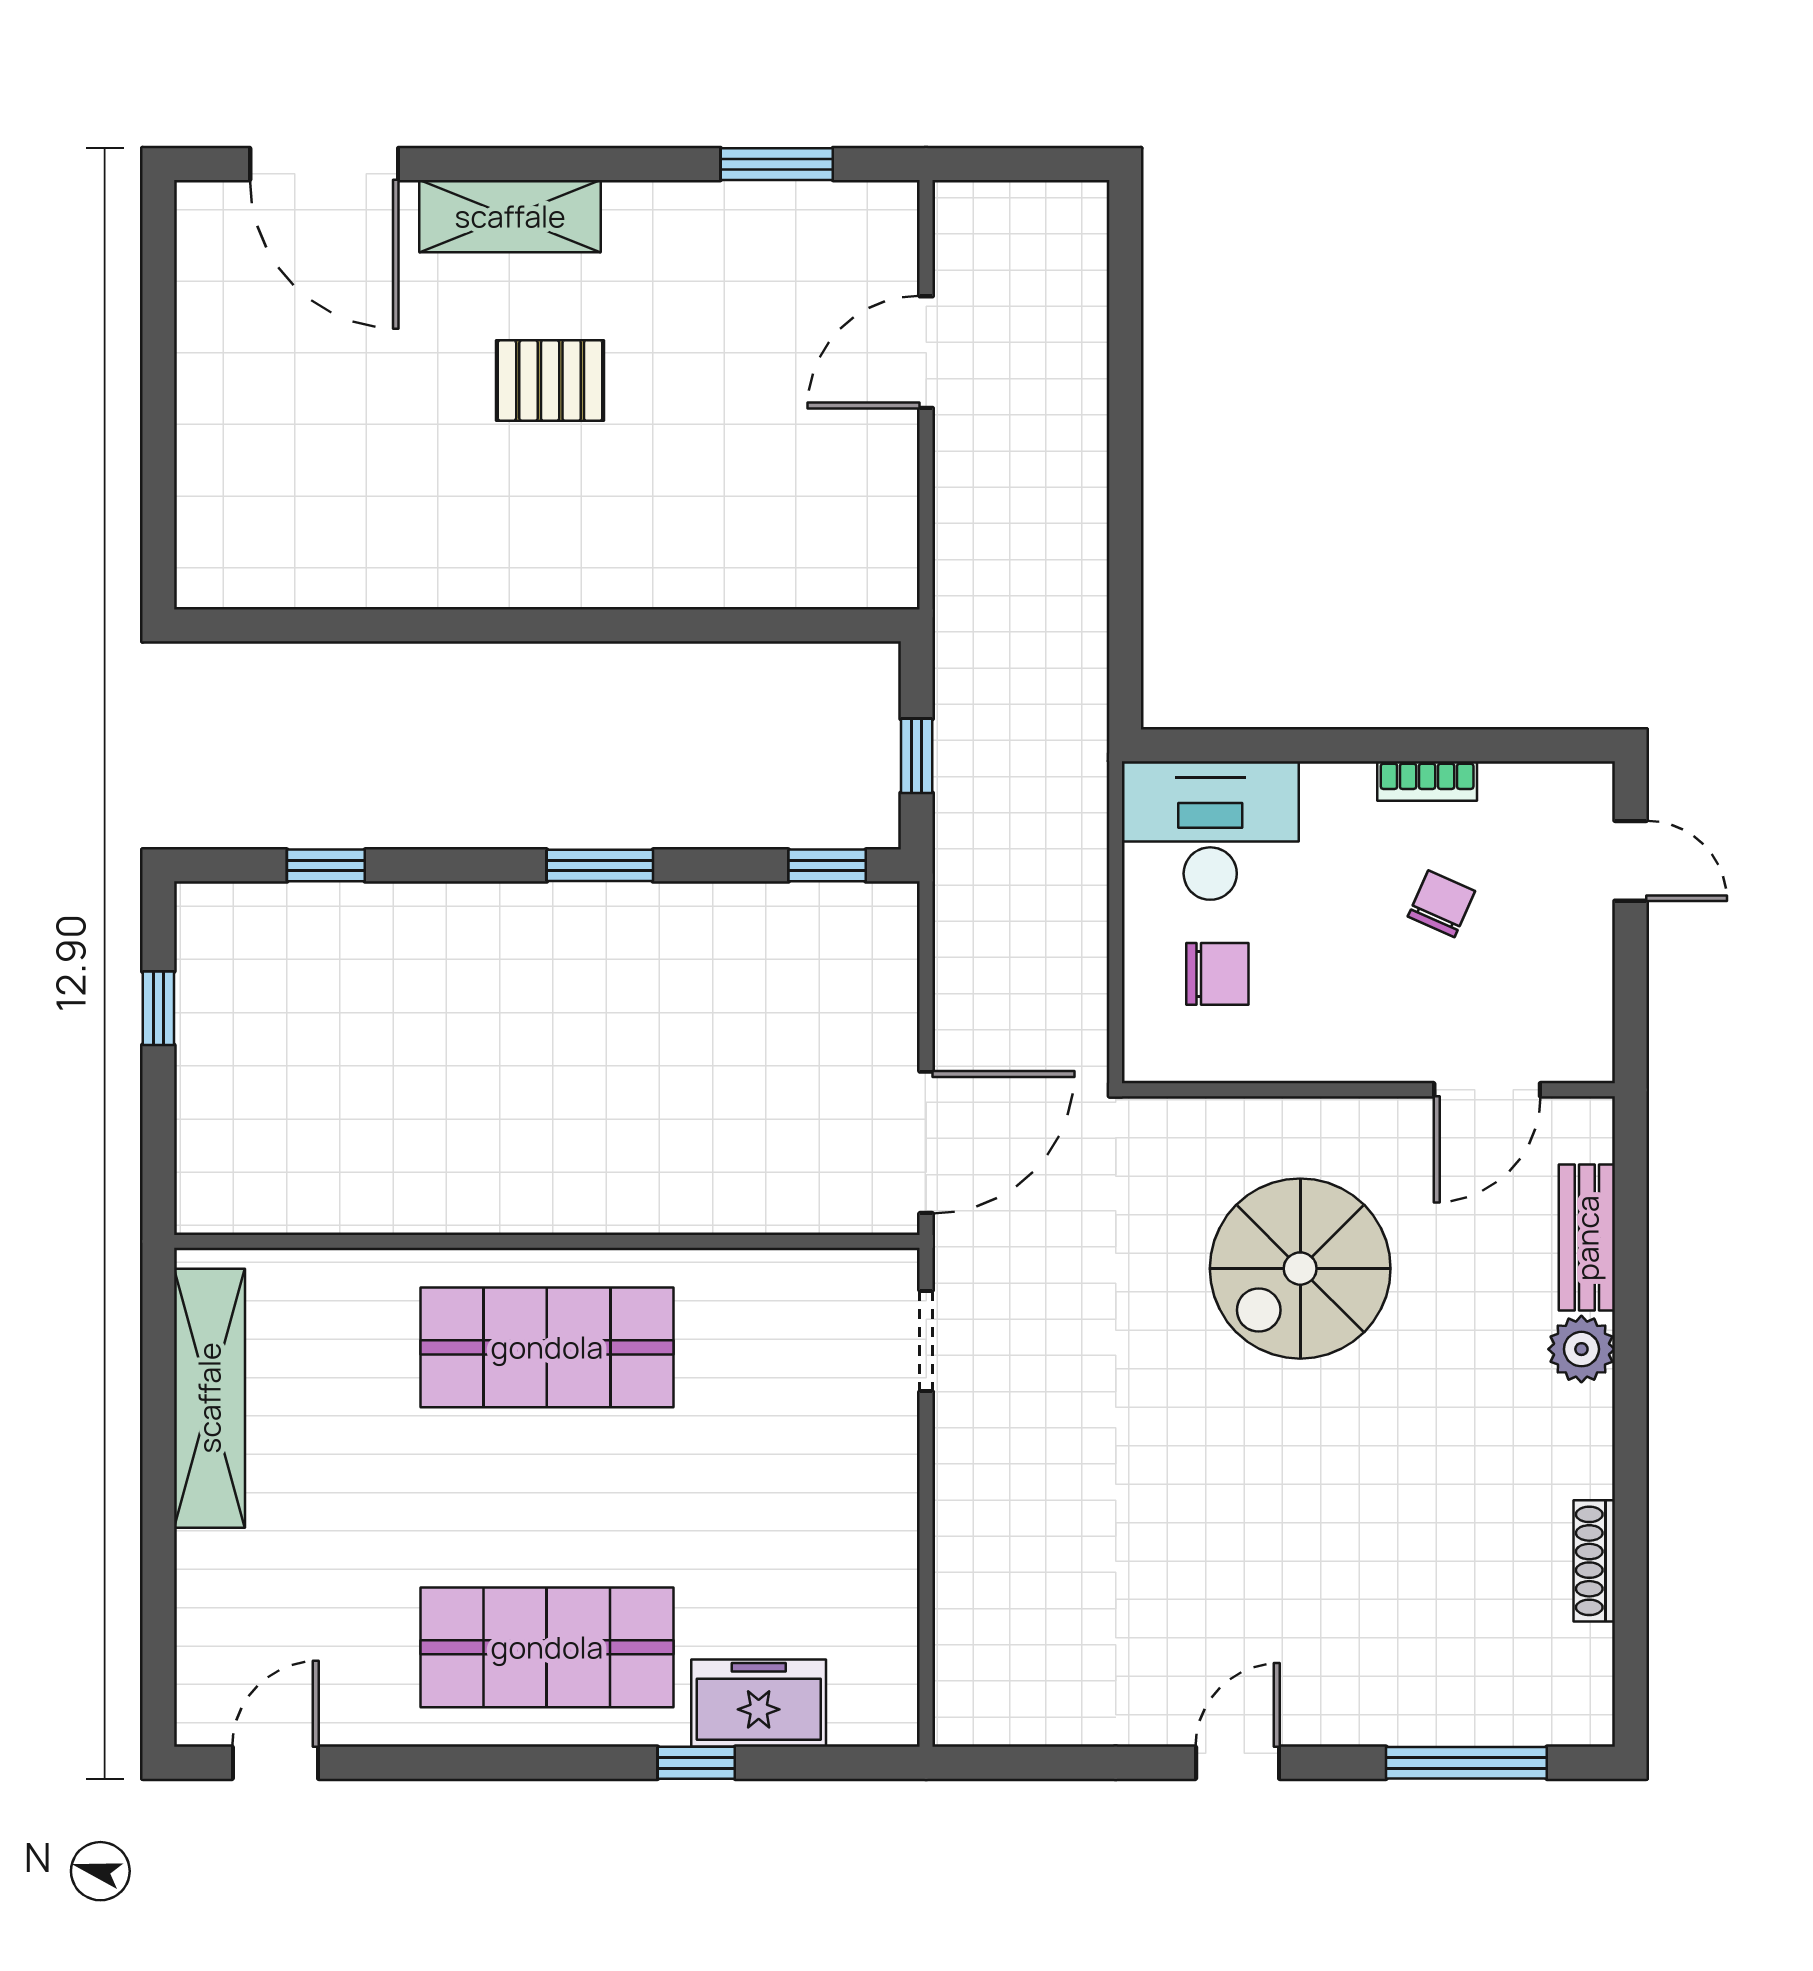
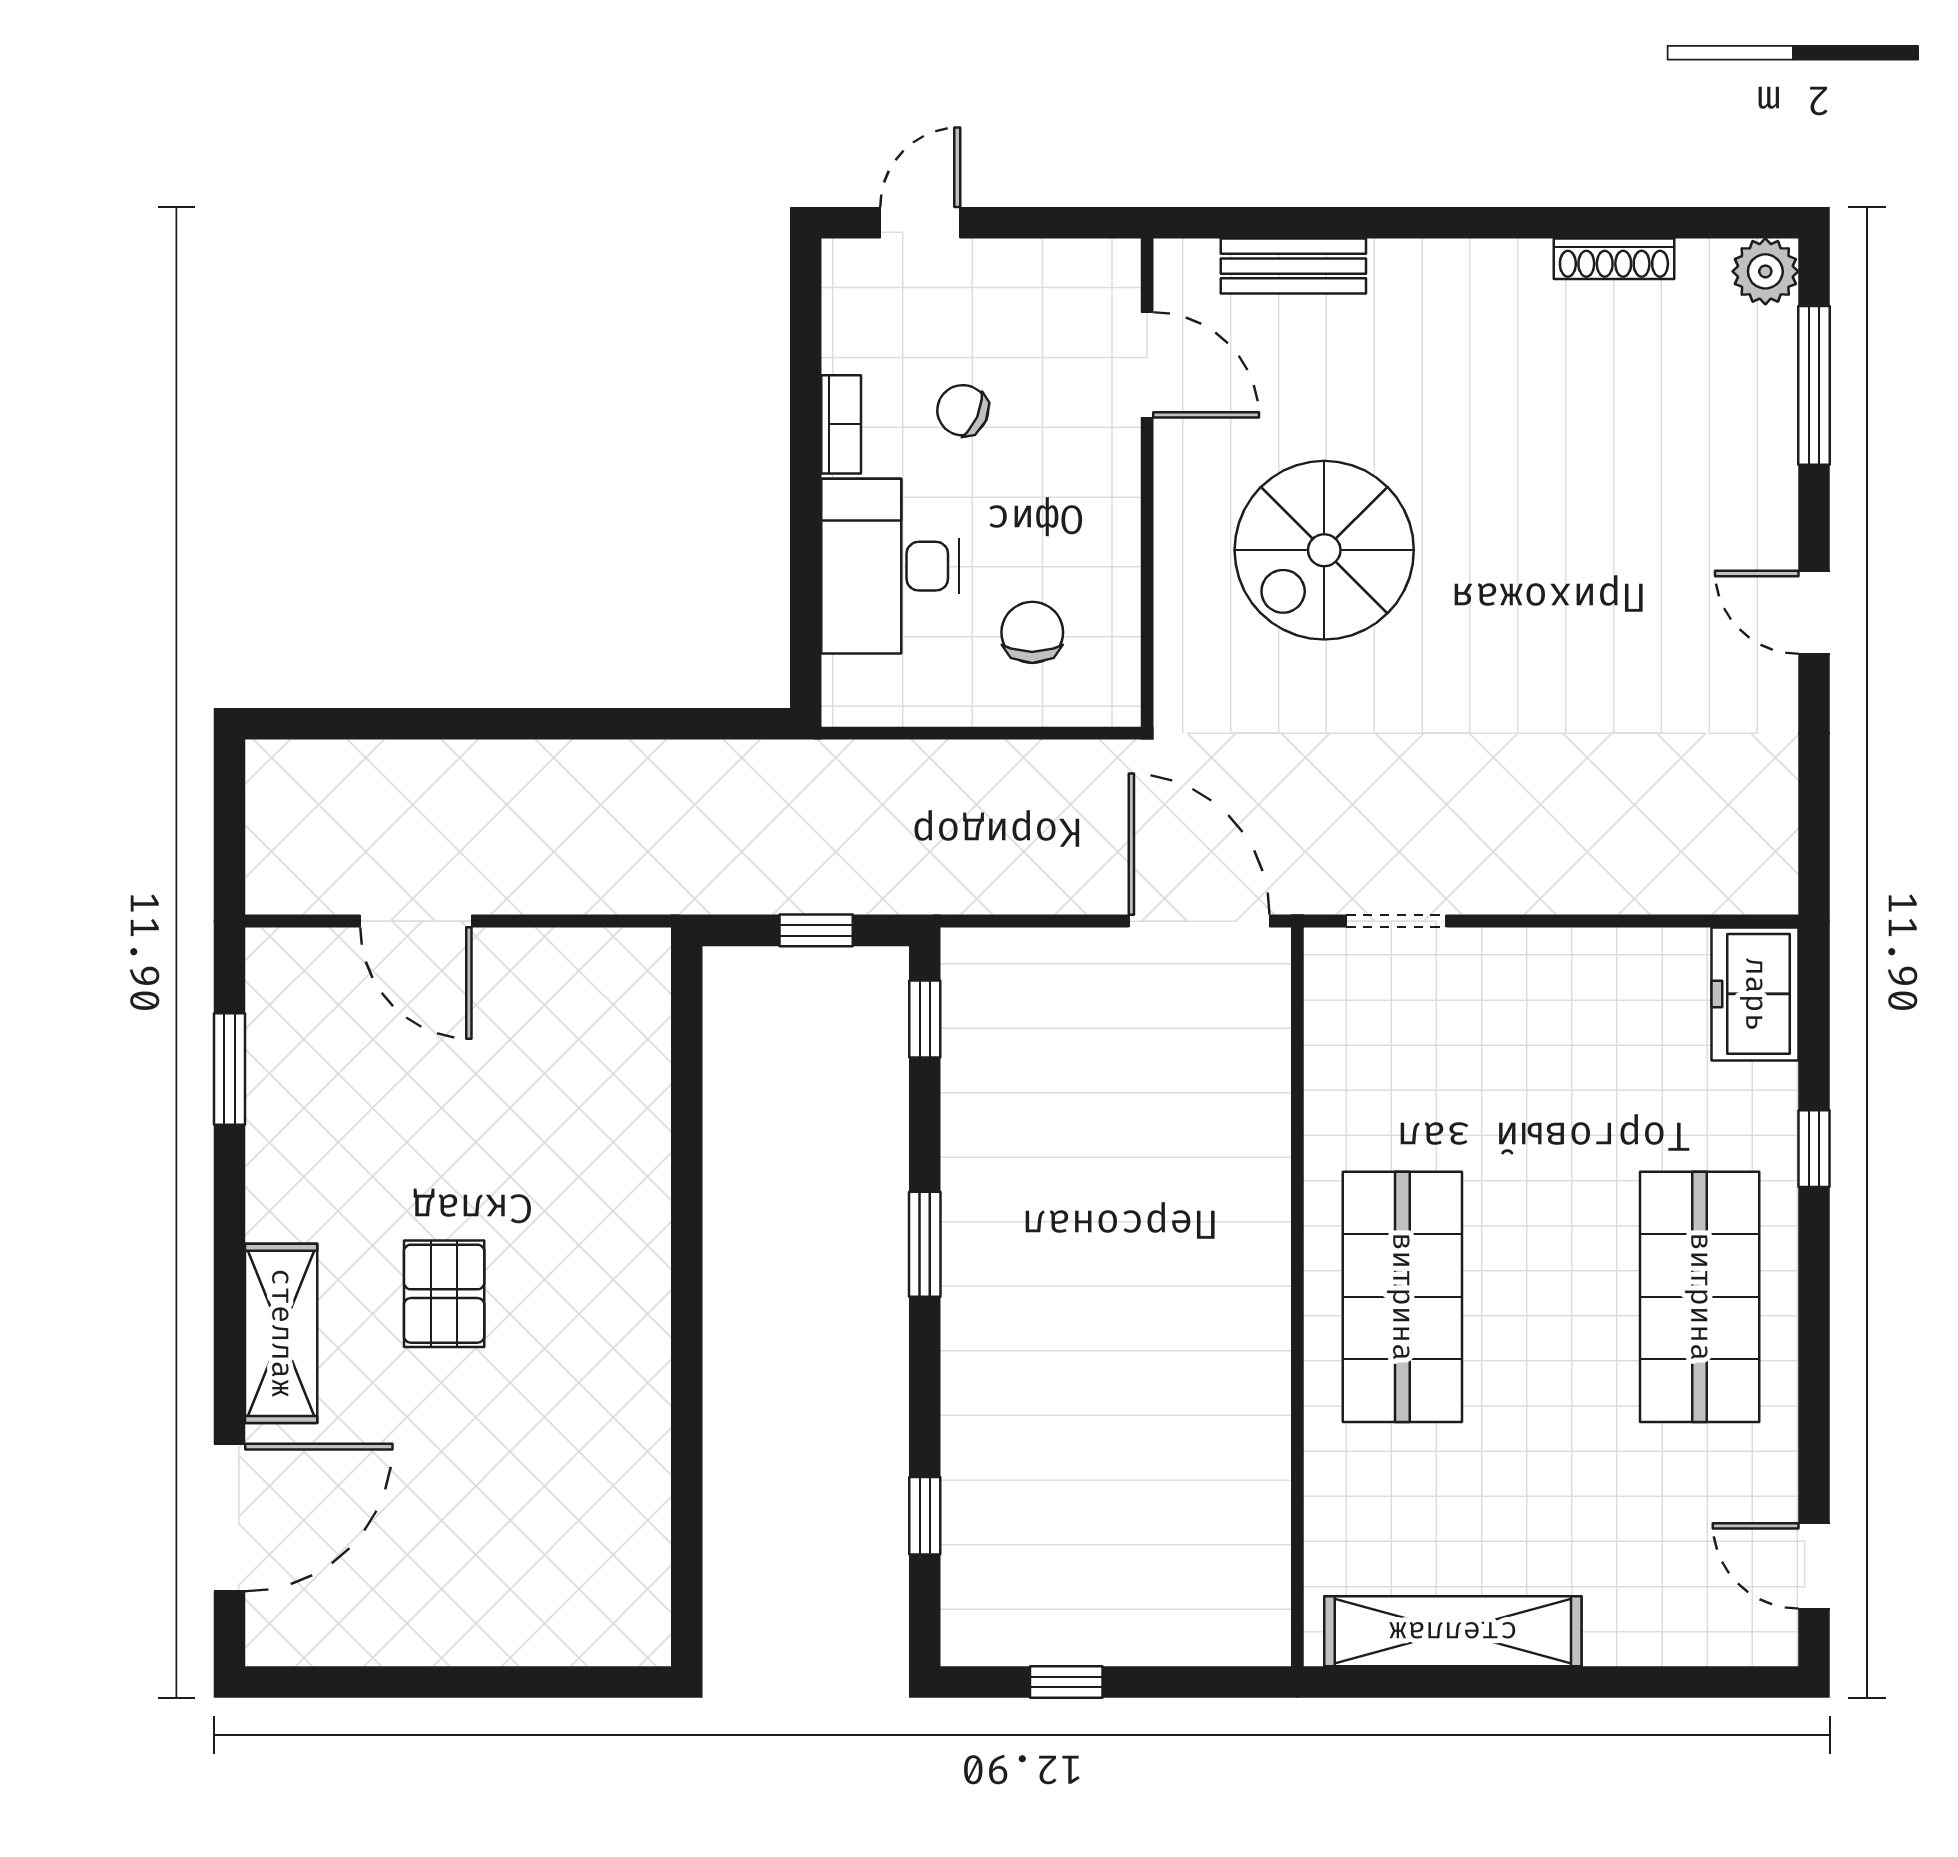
desk: (1210, 831) -> (890, 566), moved
spiral stairs: (1300, 1269) -> (1324, 550), turned 90
plant: (1581, 1349) -> (1765, 271), moved
freezer: (759, 1703) -> (1755, 994), moved

